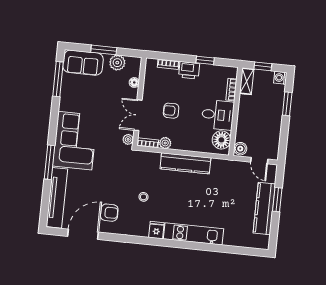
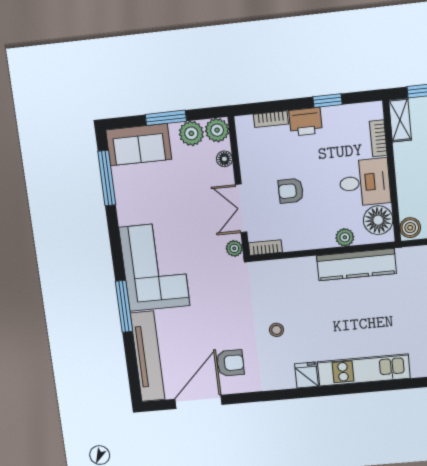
plant: (134, 64) -> (217, 130), added
plant: (165, 143) -> (345, 237), moved
kitchen counter: (185, 163) -> (356, 265), moved

